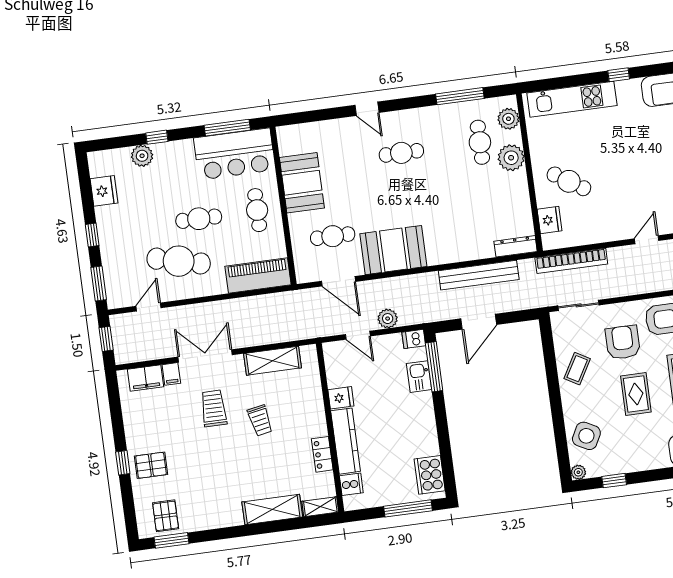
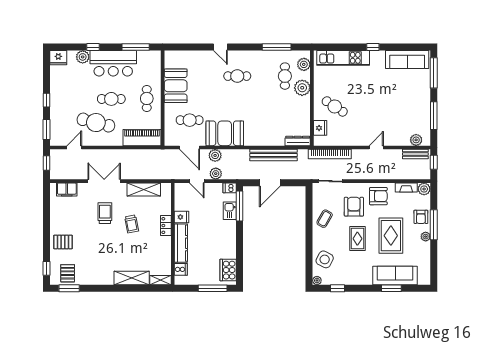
bar counter: (234, 154) -> (113, 63), moved
fridge: (104, 191) -> (58, 58), moved, turned 90
plant: (383, 289) -> (215, 155), added
filing cabinet: (171, 374) -> (82, 189), removed
locker: (322, 454) -> (166, 226), moved
window: (123, 463) -> (46, 268), moved

